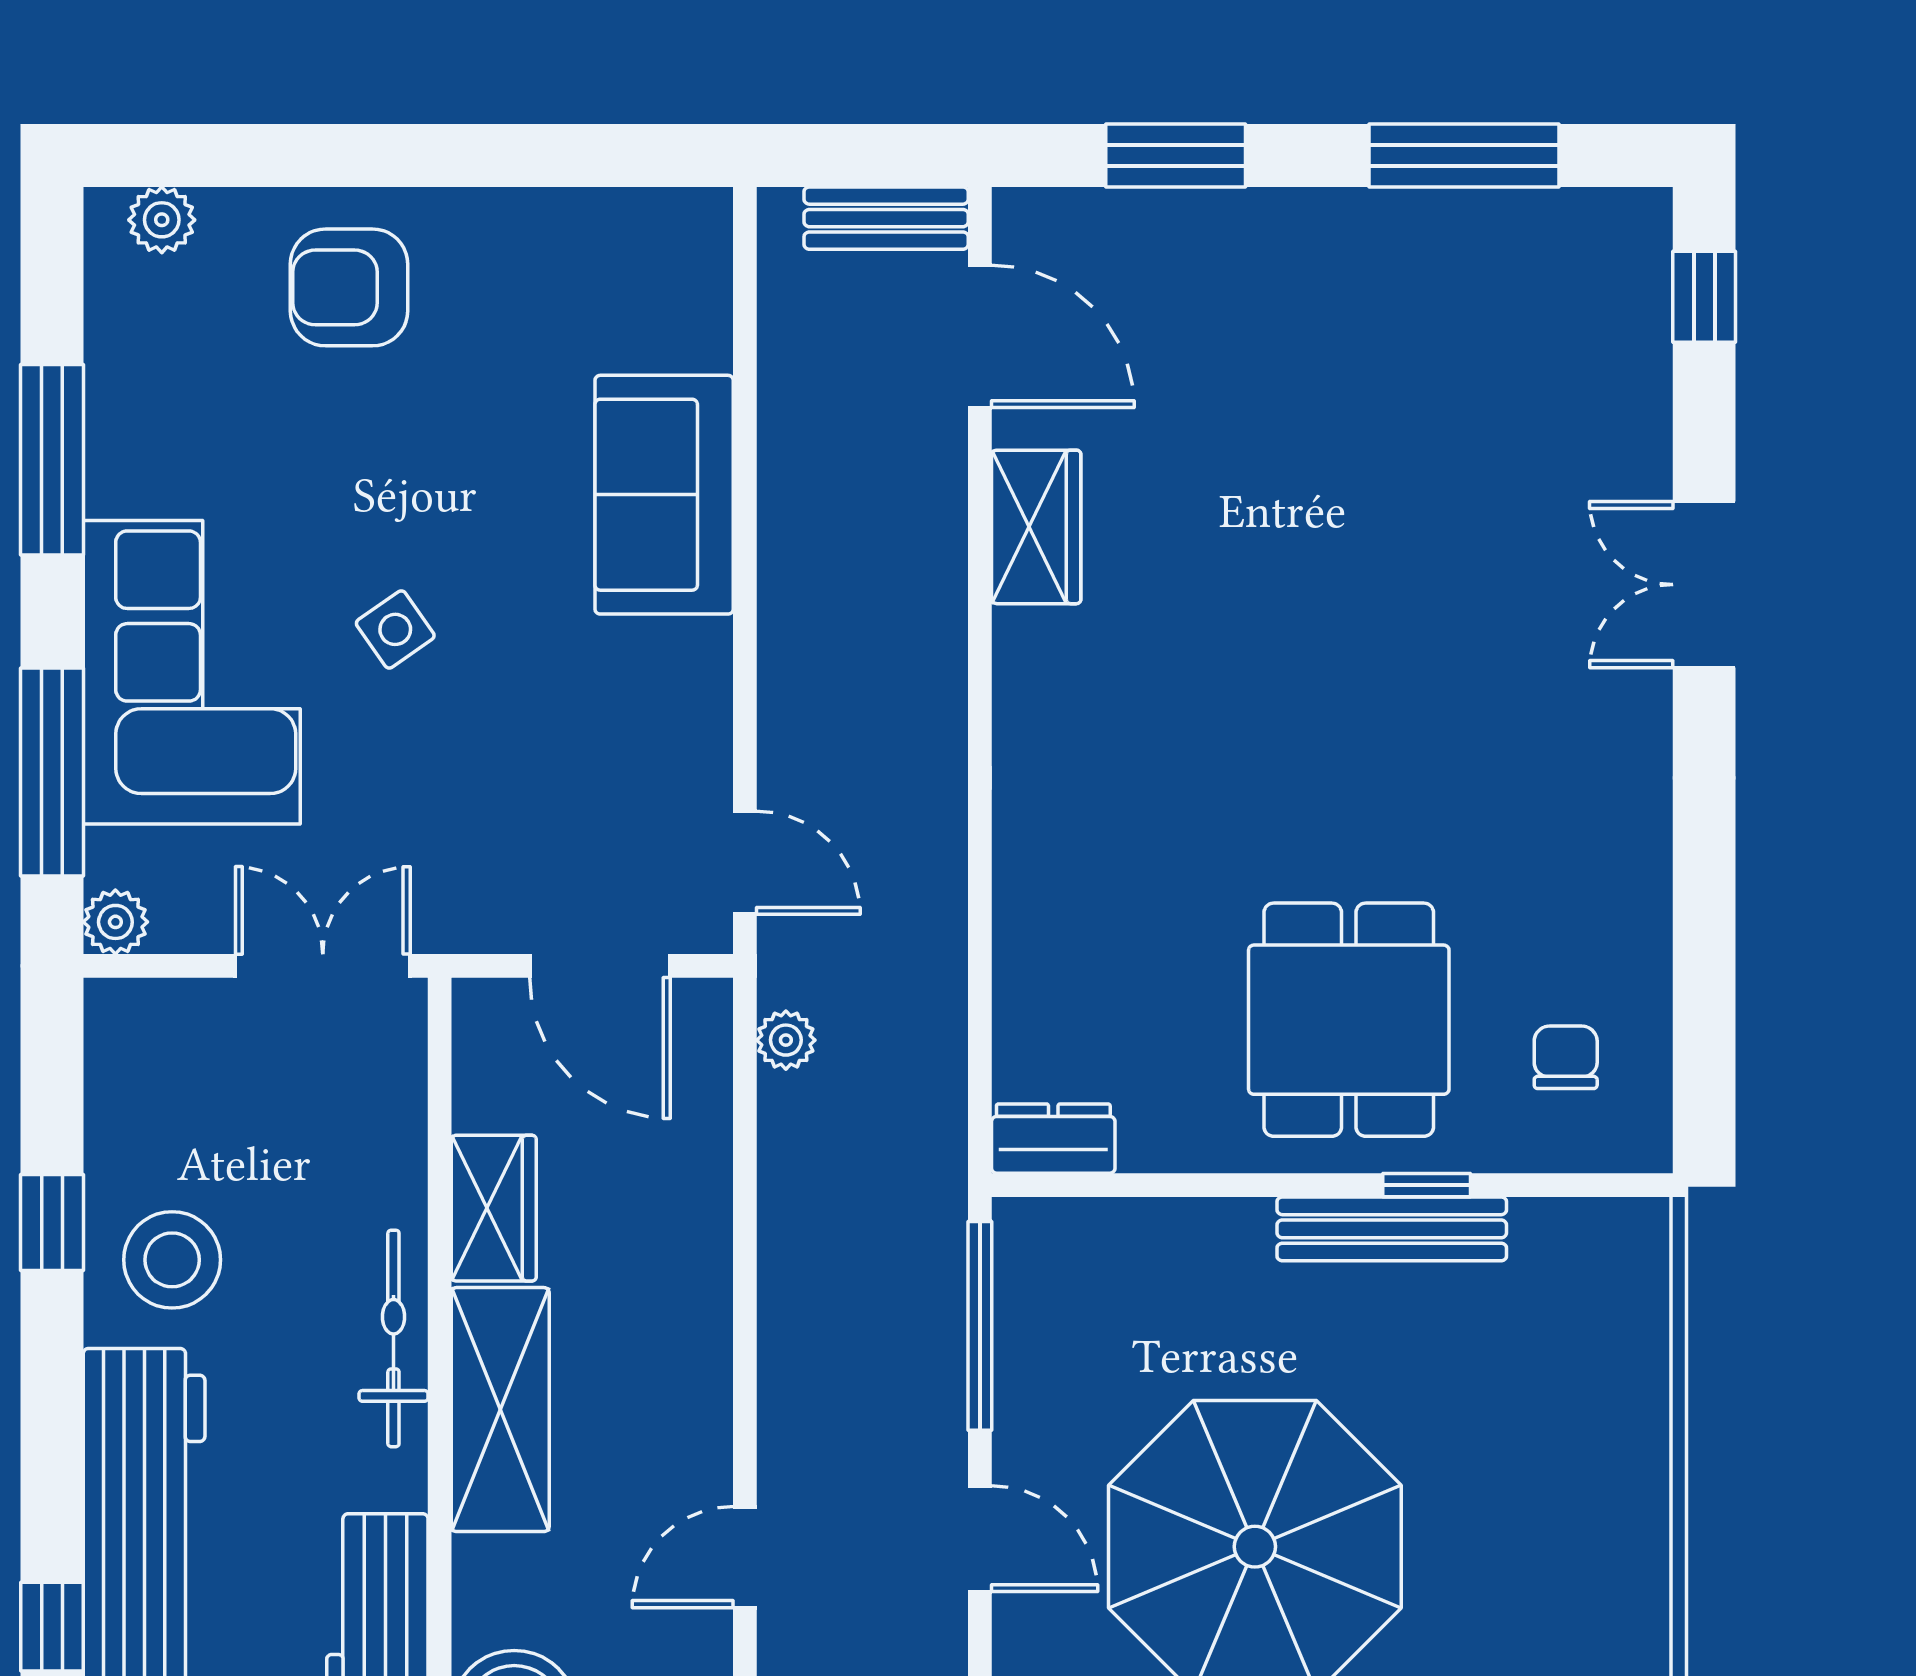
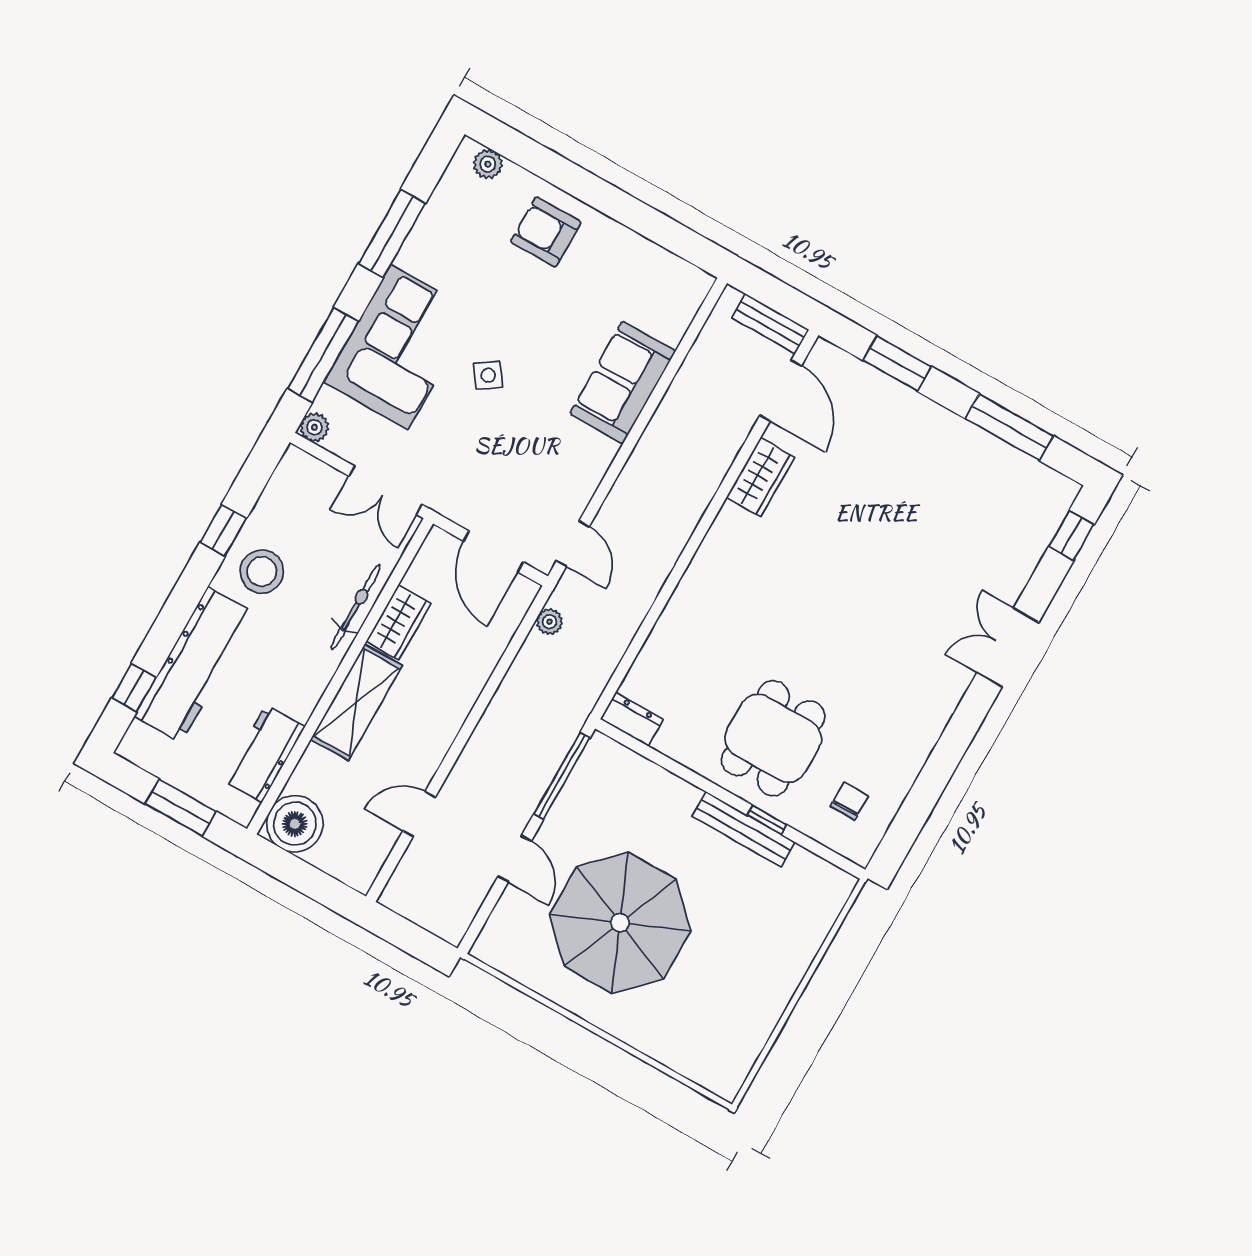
double door: (323, 966) -> (386, 490), swing flipped
bicycle: (393, 1338) -> (356, 607), moved

